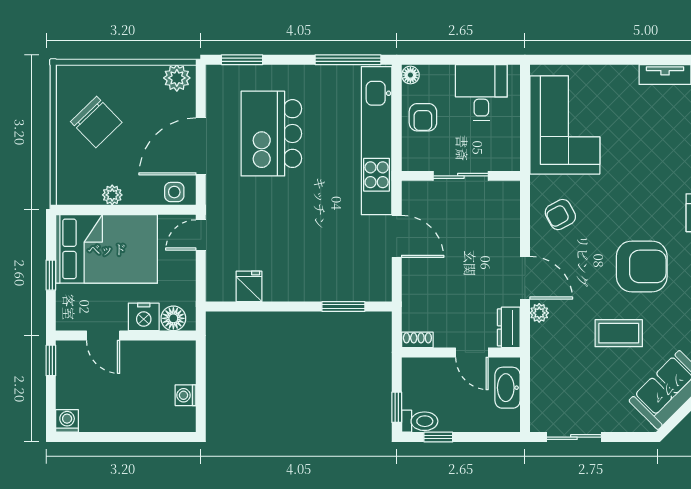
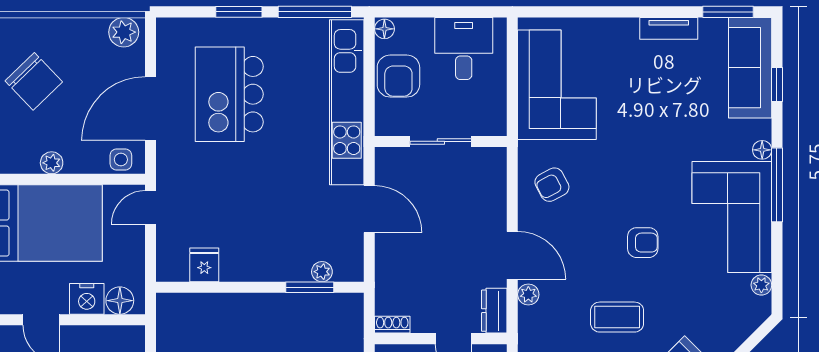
window: (242, 60) -> (239, 12), moved
armchair: (423, 117) -> (398, 76), width x1.38, depth x1.38
armchair: (642, 266) -> (643, 243), width x0.53, depth x0.53
plant: (354, 292) -> (322, 272), added

